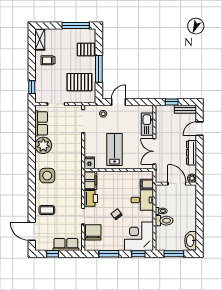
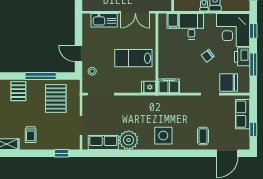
printer: (91, 198) -> (242, 57), moved, turned -90

